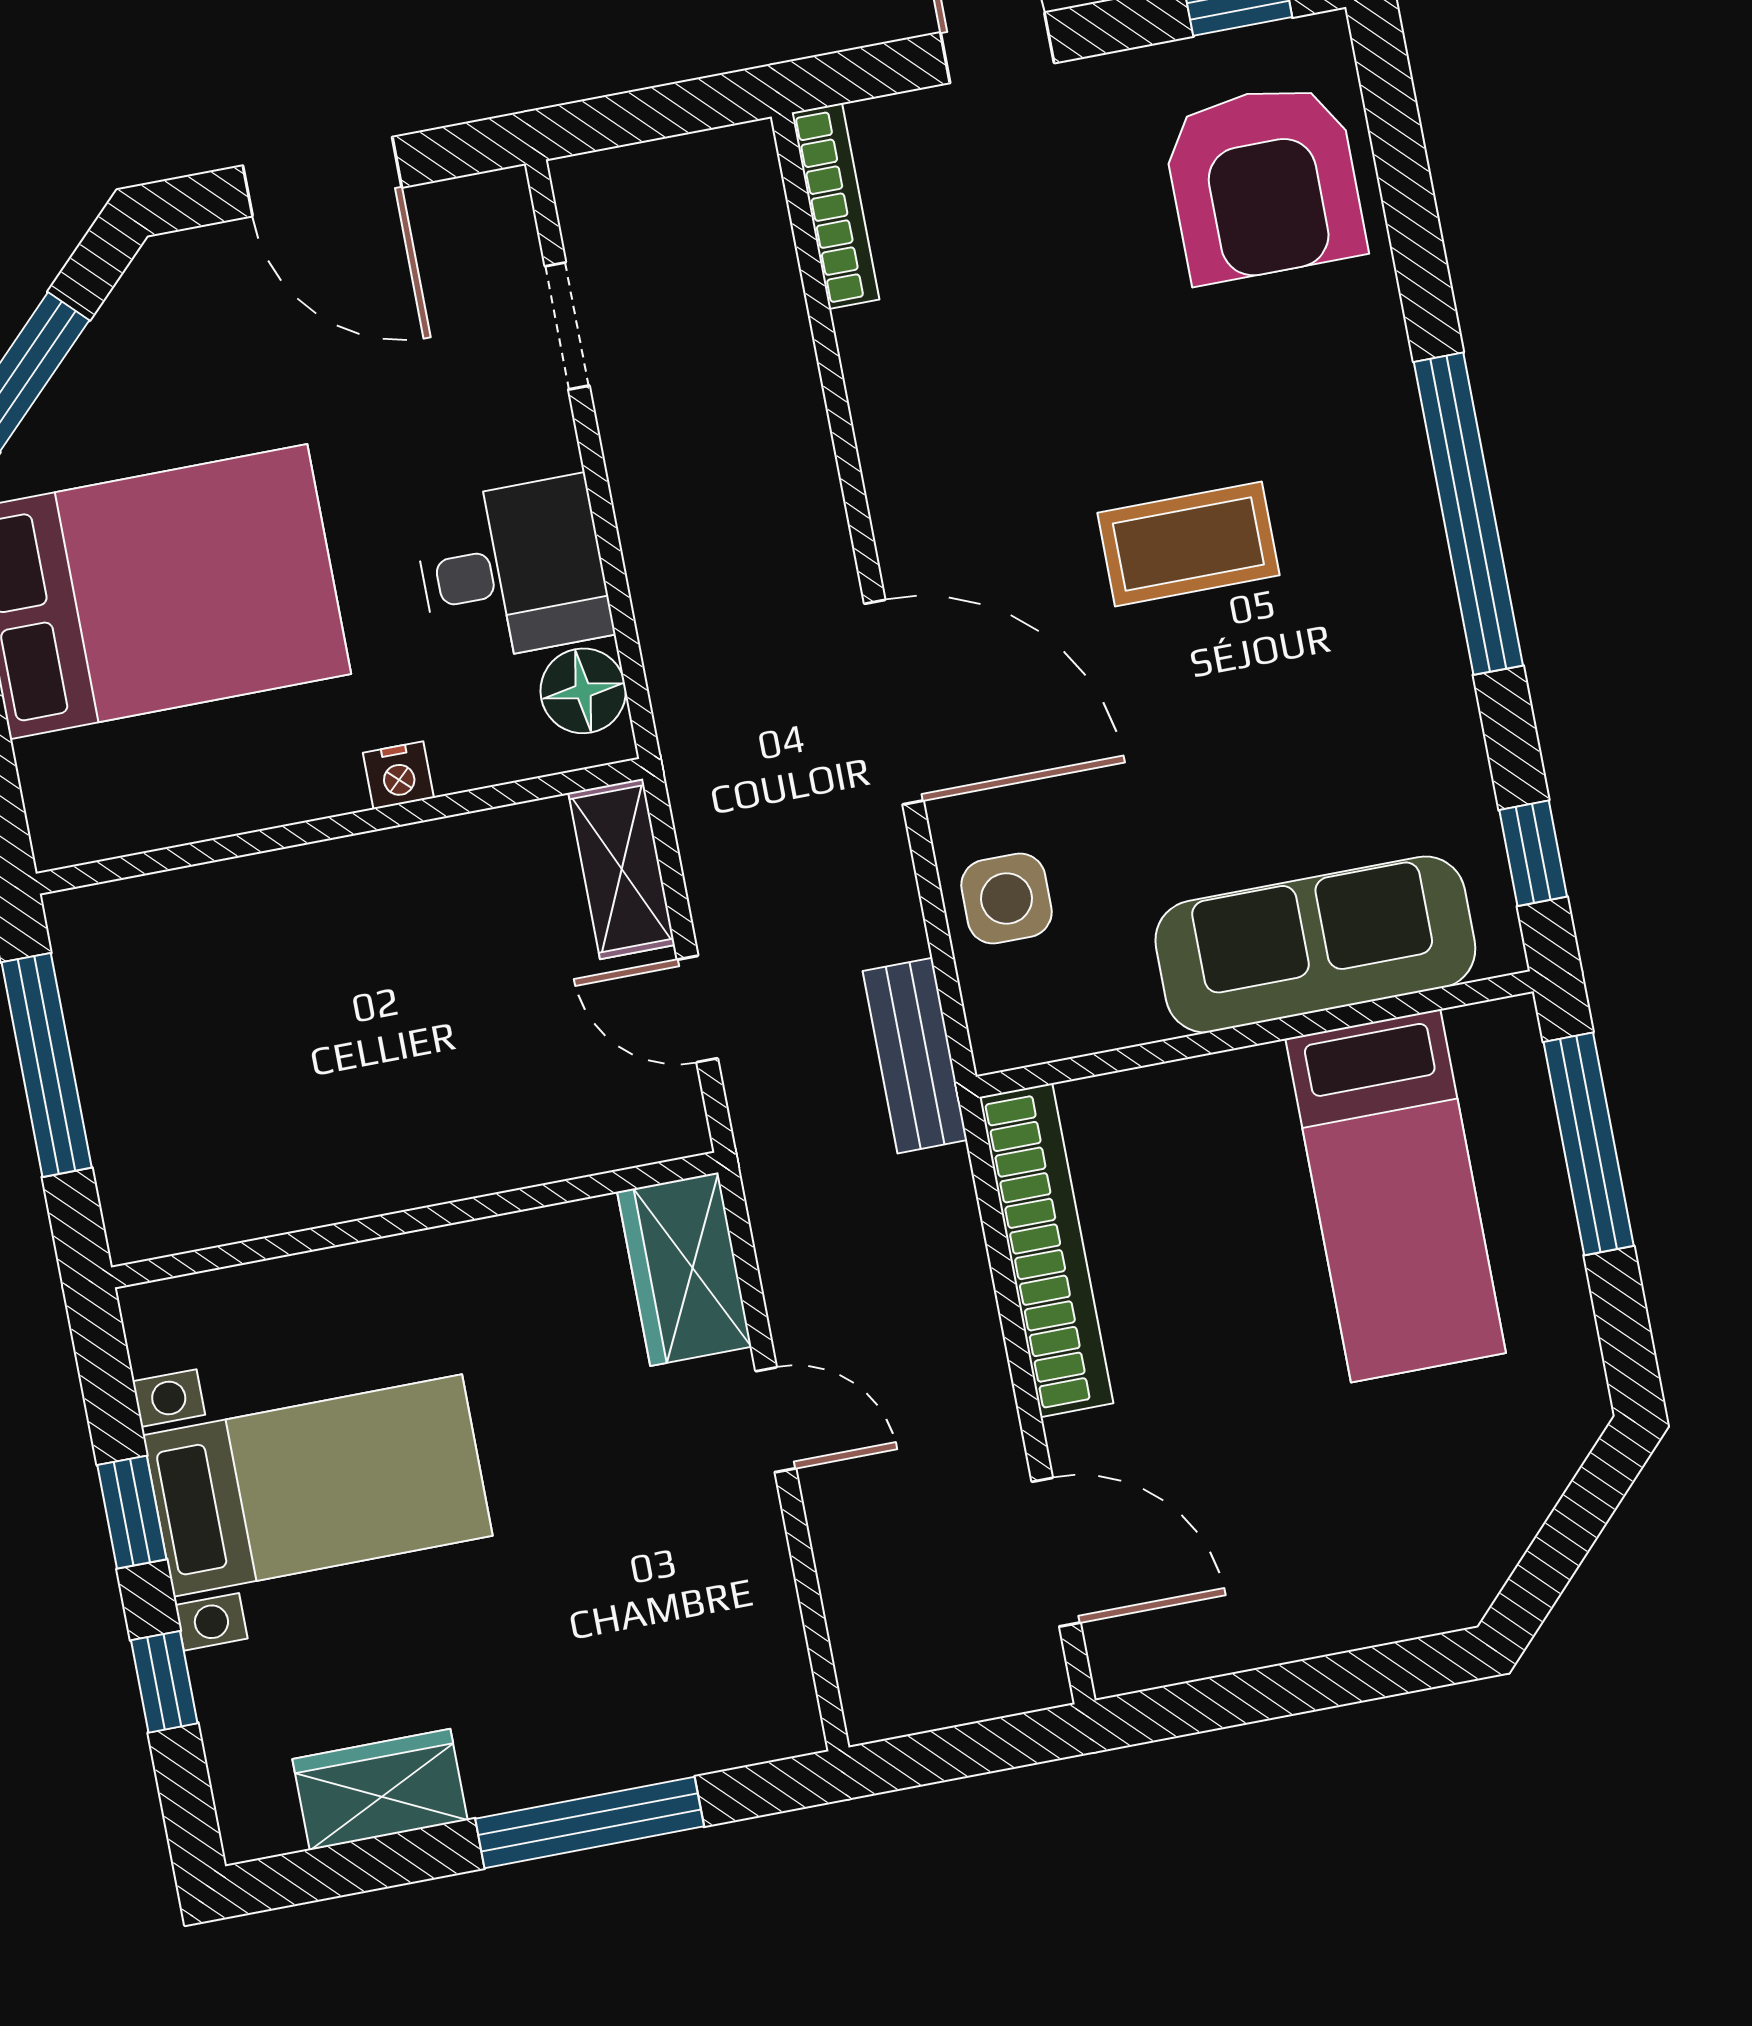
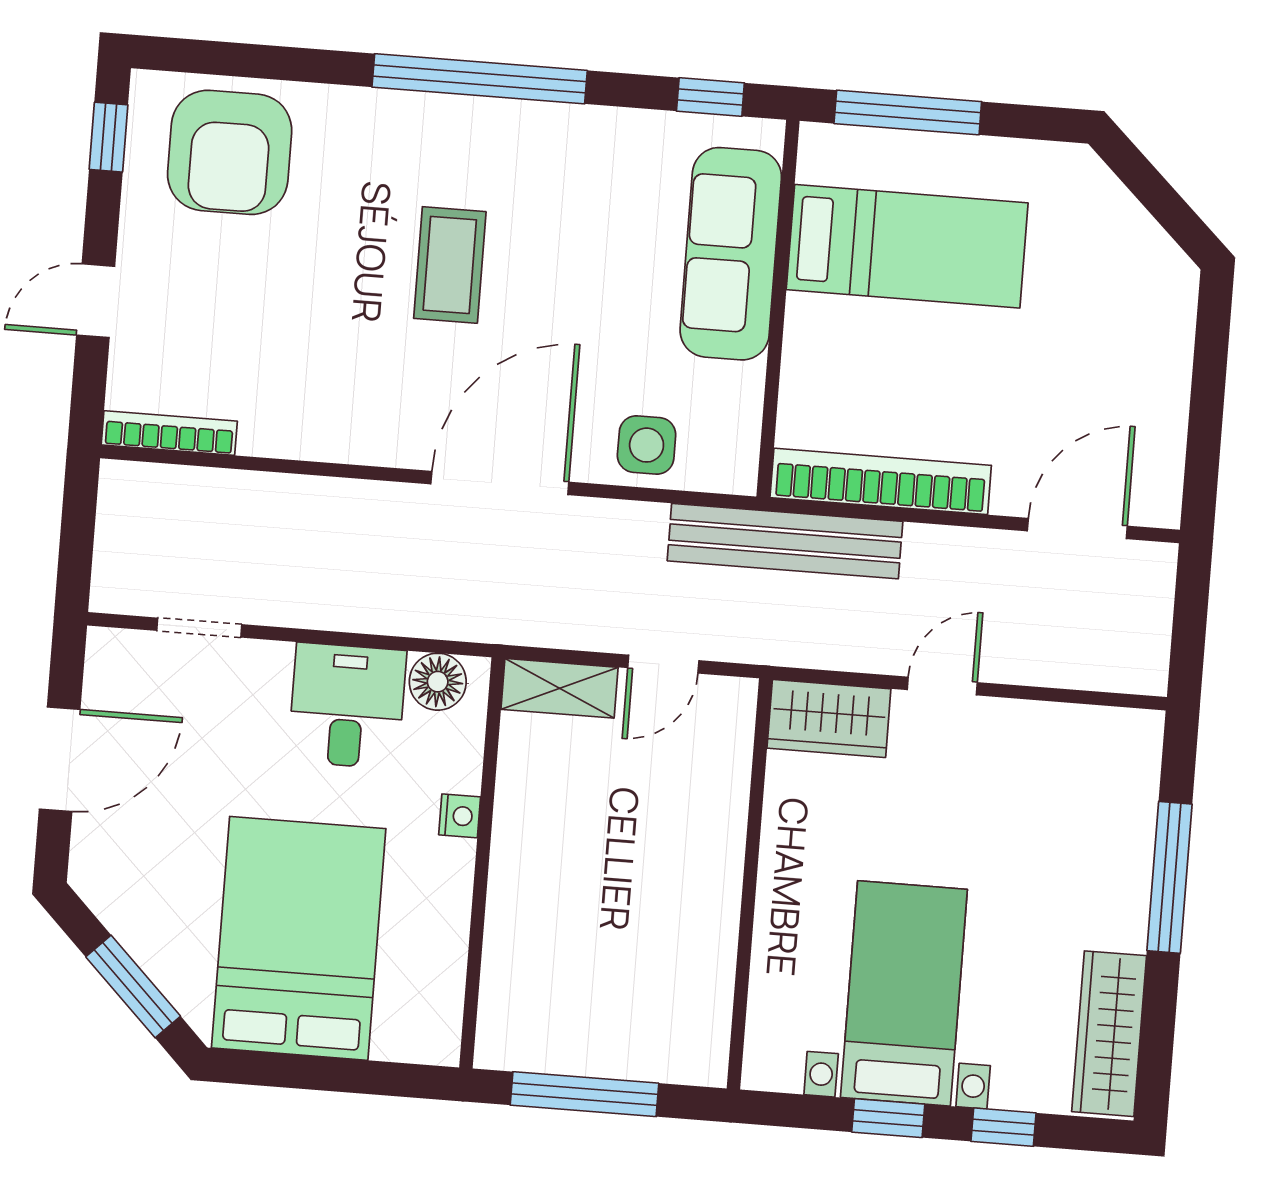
armchair: (1264, 182) -> (230, 152), turned 90
bench: (915, 1056) -> (785, 541), width x1.86, depth x1.21
wardrobe: (380, 1790) -> (1109, 1034), width x1.50

